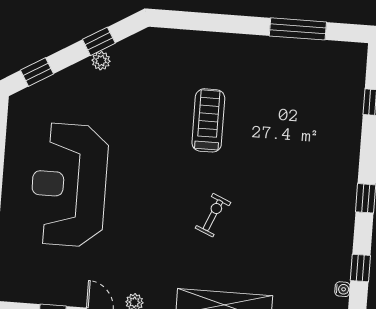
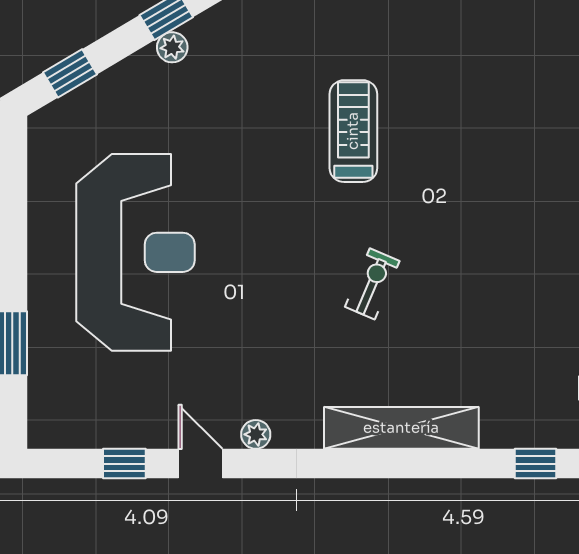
reception desk: (69, 185) -> (135, 252), turned 180

